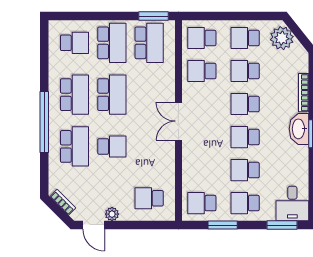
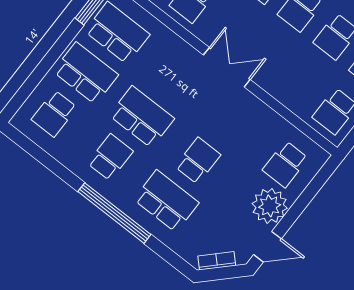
school desk: (74, 43) -> (54, 113), turned 180
school desk: (74, 95) -> (110, 157), width x0.54
double door: (178, 121) -> (227, 67), swing flipped
plant: (112, 214) -> (270, 206), width x1.87, depth x1.87

